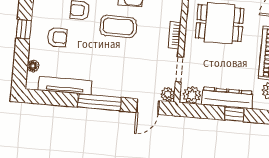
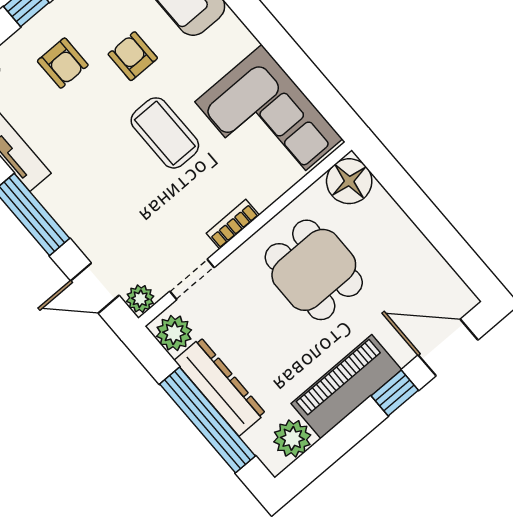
window: (234, 114) -> (207, 420), width x3.17

